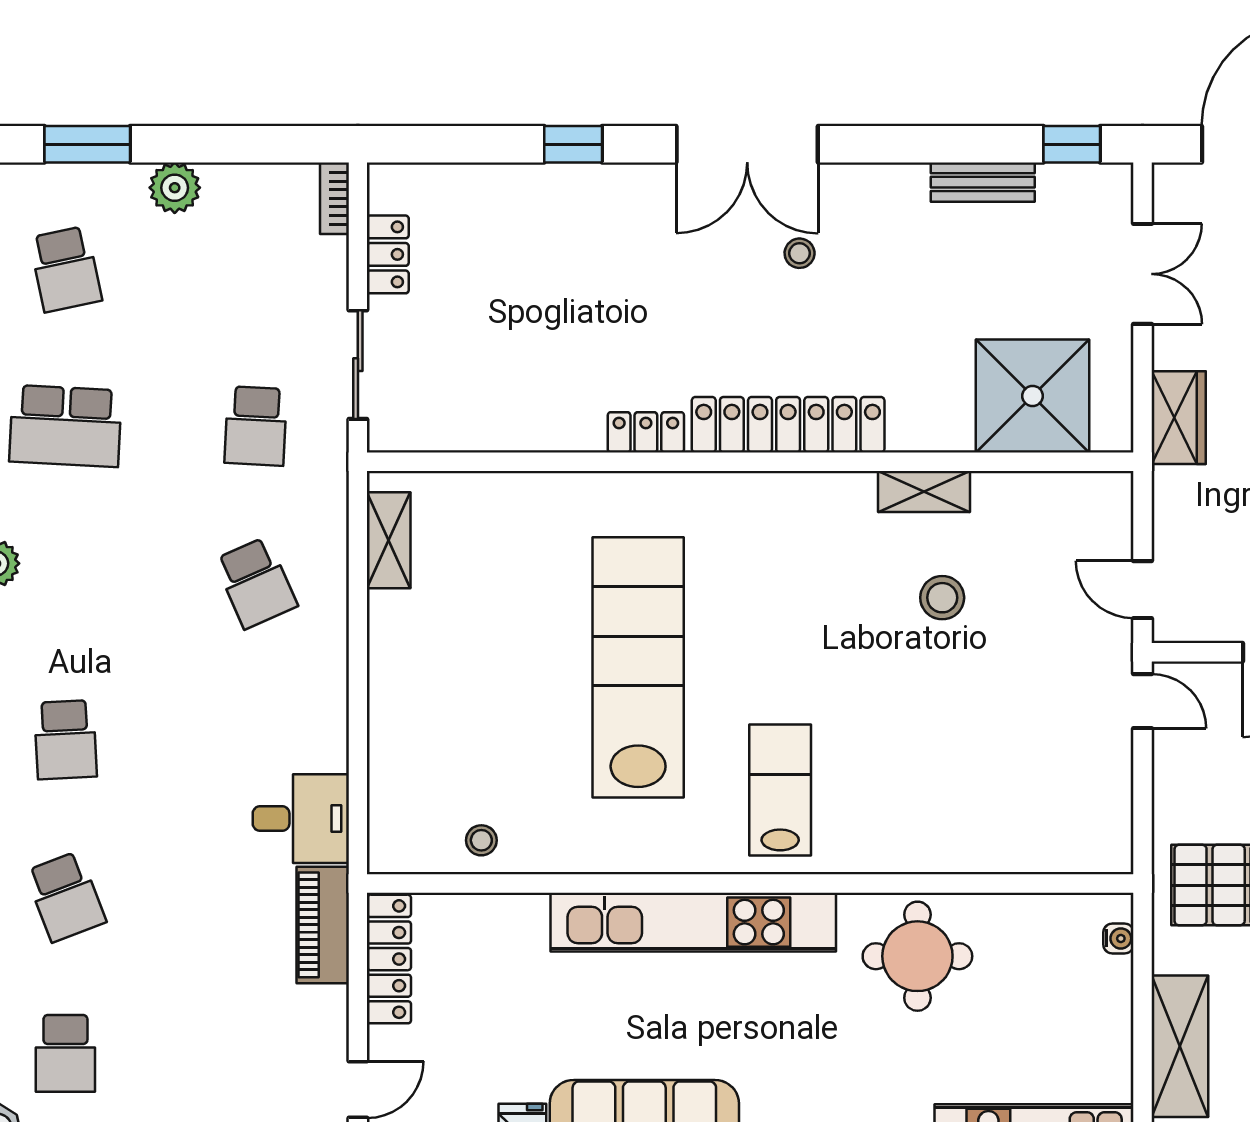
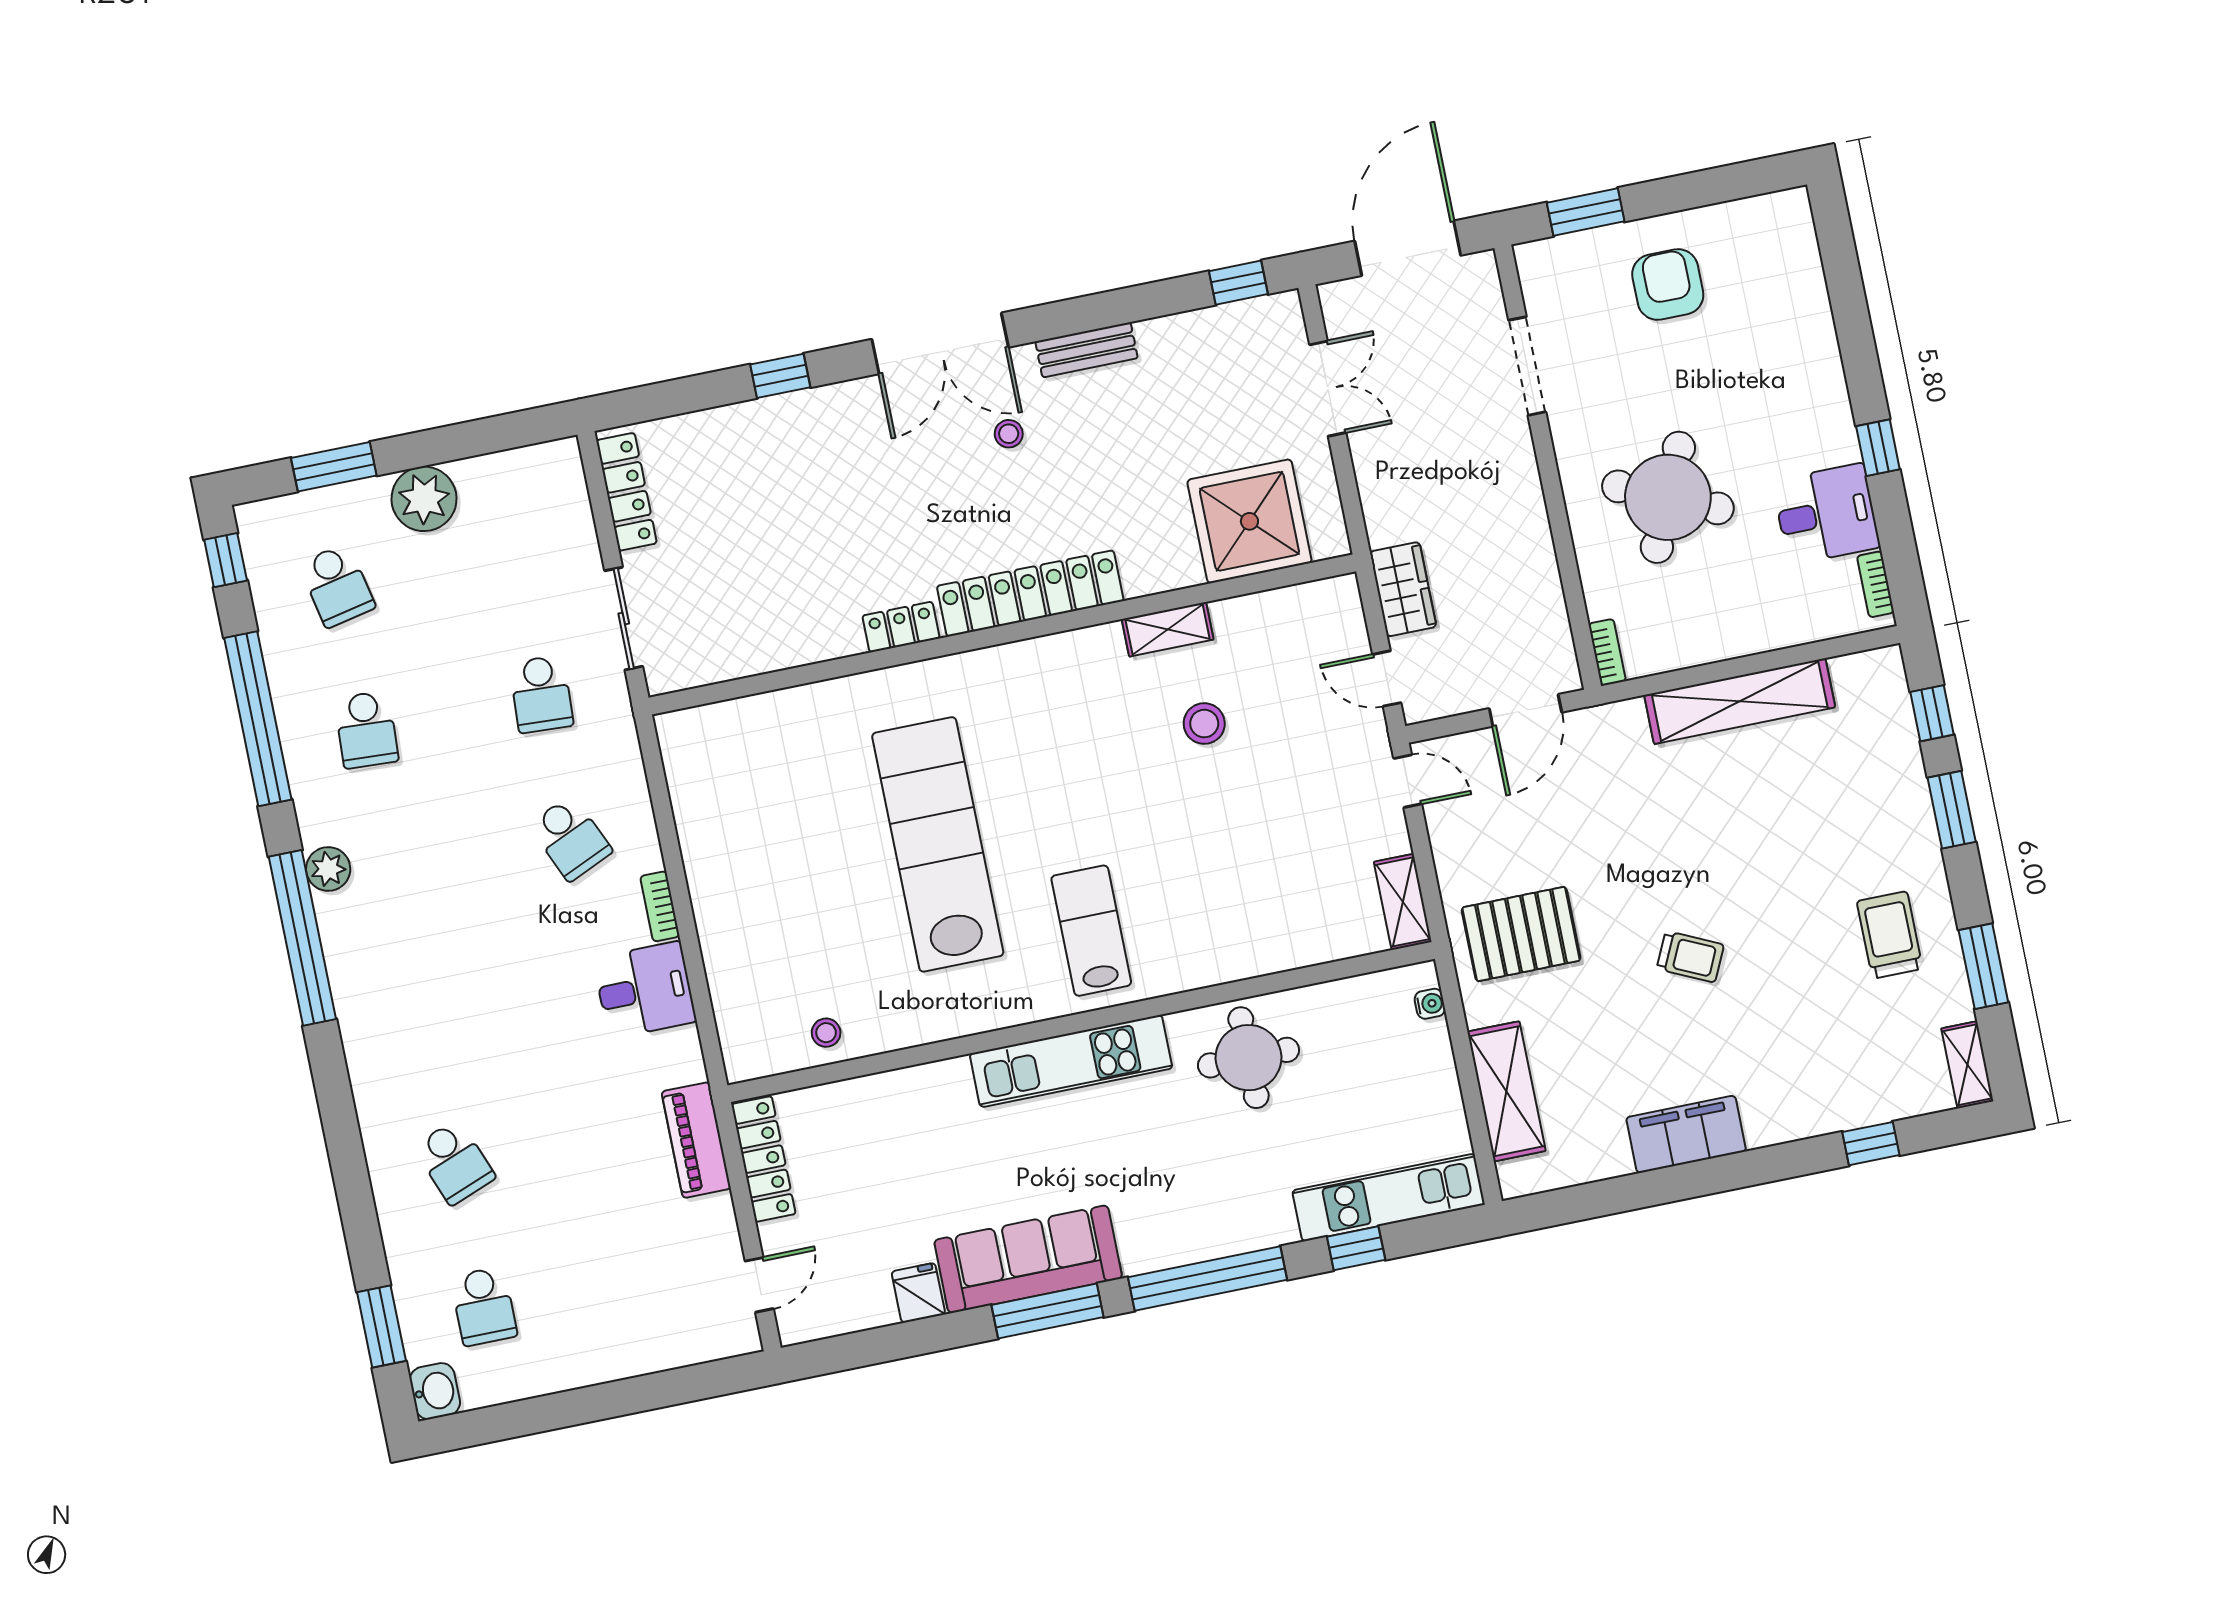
bench: (983, 182) -> (1087, 350), moved
plant: (175, 188) -> (424, 499), width x1.36, depth x1.36
bookcase: (334, 198) -> (660, 906), moved
locker: (388, 254) -> (627, 492), width x1.53
wardrobe: (1179, 418) -> (1403, 589), moved
school desk: (65, 426) -> (366, 730), width x0.54
shelving: (389, 540) -> (1403, 902), moved
school desk: (65, 740) -> (425, 1018), removed
desk: (301, 819) -> (645, 990), moved
kitchen unit: (693, 922) -> (1071, 1061), width x0.73

